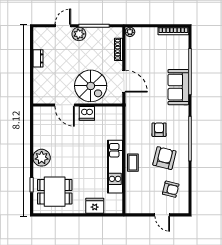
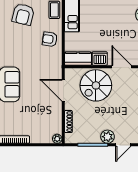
spiral stairs: (91, 86) -> (96, 85), turned -90
kitchen counter: (109, 113) -> (78, 59), added
armchair: (159, 130) -> (50, 39), moved, turned 98

